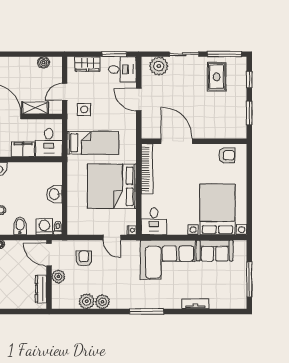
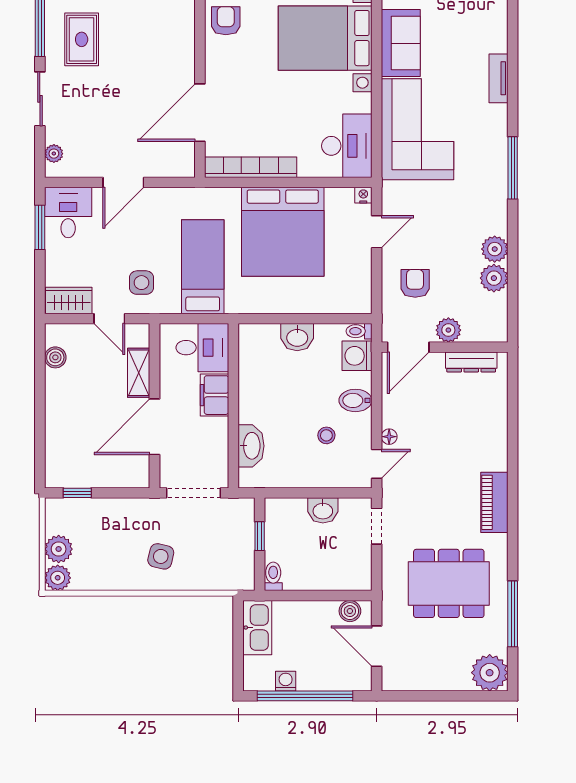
wardrobe: (87, 64) -> (69, 300), moved, turned -90
plant: (159, 66) -> (54, 154), width x0.53, depth x0.53
rug: (217, 77) -> (82, 39), turned 90
desk: (154, 221) -> (347, 146), width x1.37
armchair: (84, 258) -> (415, 283), turned 90

